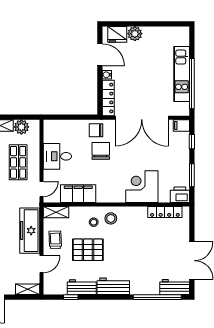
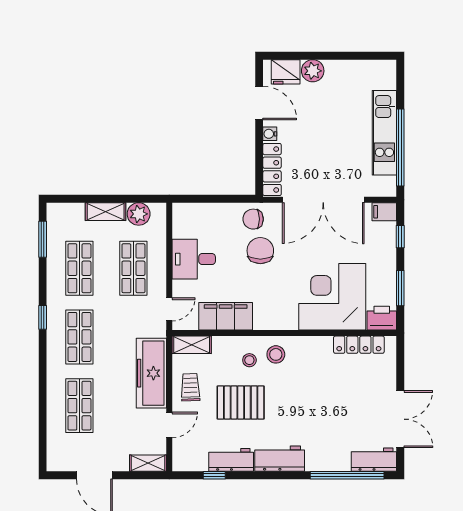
corner desk: (142, 187) -> (332, 297), width x1.36, depth x1.36

